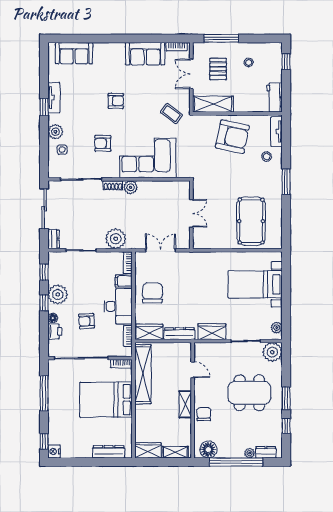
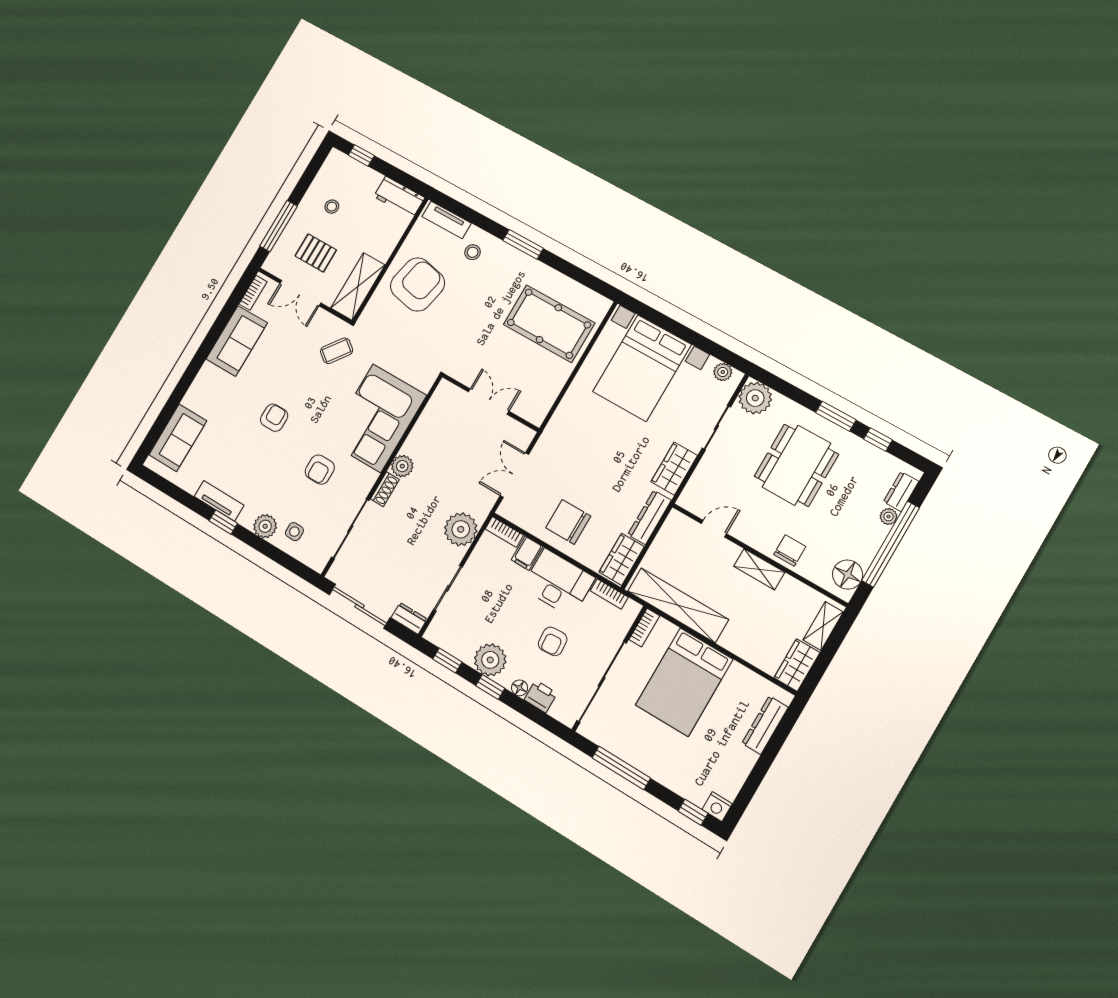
bed with nightstands: (255, 284) -> (642, 368), width x1.36
chair: (204, 414) -> (790, 551), turned 90

